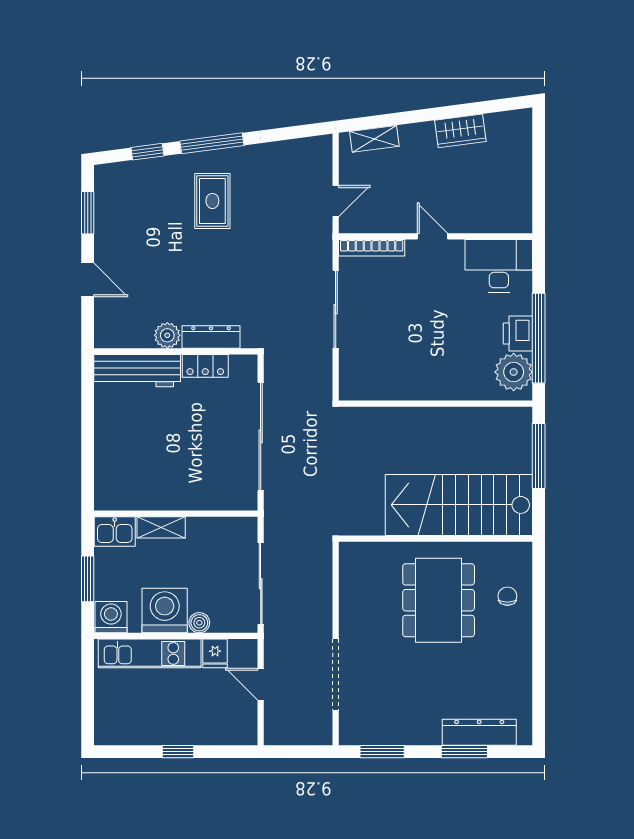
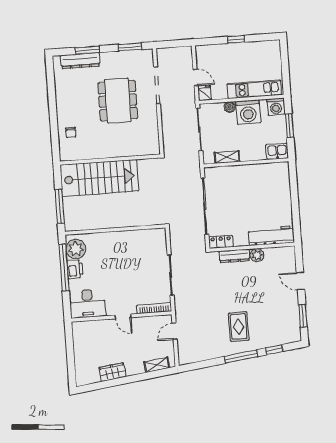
locker: (205, 366) -> (221, 242), moved
shelving: (161, 527) -> (227, 157), moved
dining table: (439, 600) -> (118, 101), moved
fridge: (215, 653) -> (205, 93), moved

